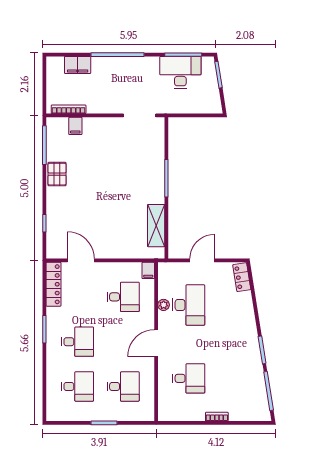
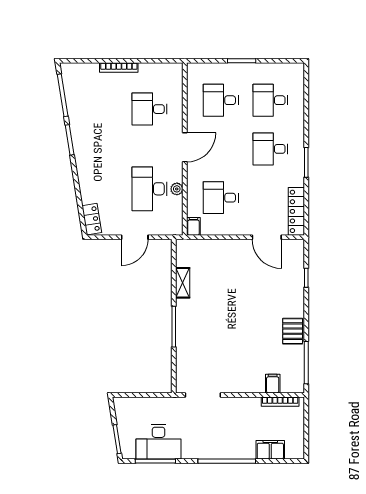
shelving: (156, 226) -> (183, 283), width x0.67, depth x0.75
bookcase: (217, 417) -> (119, 67), width x1.56

